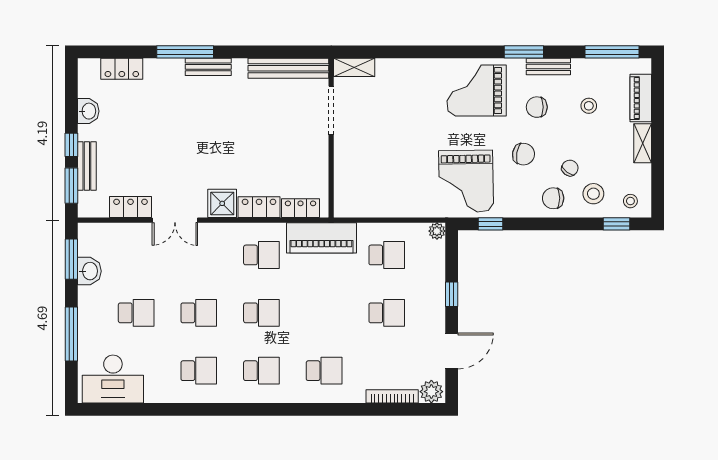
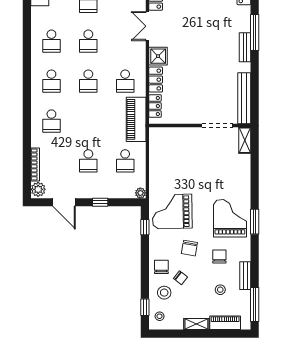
window: (524, 52) -> (255, 222), moved
bench: (548, 67) -> (245, 276), moved

